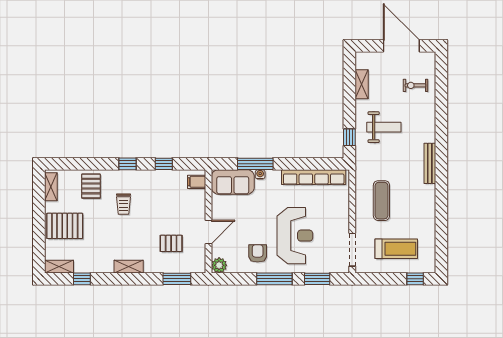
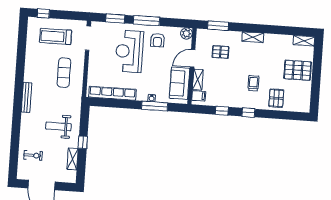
window: (349, 137) -> (83, 142), moved
sofa: (233, 182) -> (180, 83), moved, turned -90
shelving: (51, 187) -> (198, 80), moved
window: (82, 279) -> (288, 31), removed

